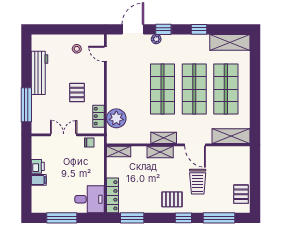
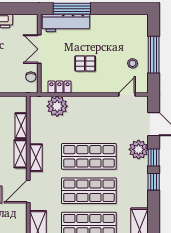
window: (69, 29) -> (154, 55), added
window: (199, 29) -> (154, 182), moved
plant: (156, 39) -> (139, 149), width x1.88, depth x1.88
workbench: (40, 73) -> (66, 23), moved
double door: (64, 135) -> (39, 49), swing flipped
shelving: (119, 152) -> (21, 126), moved

